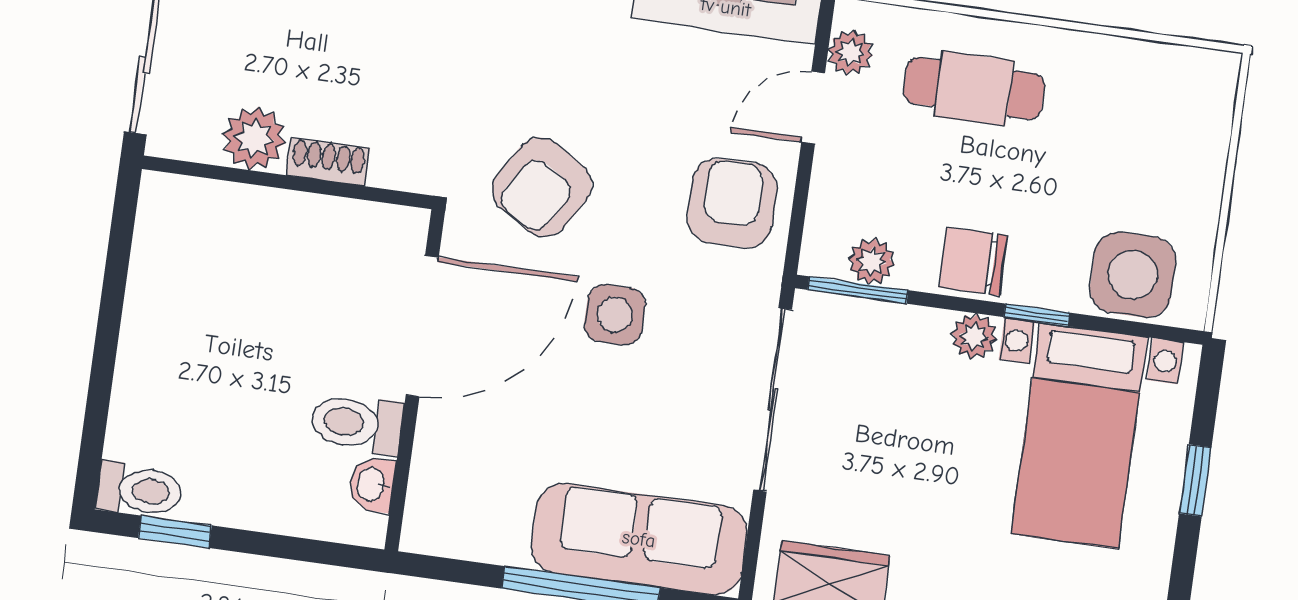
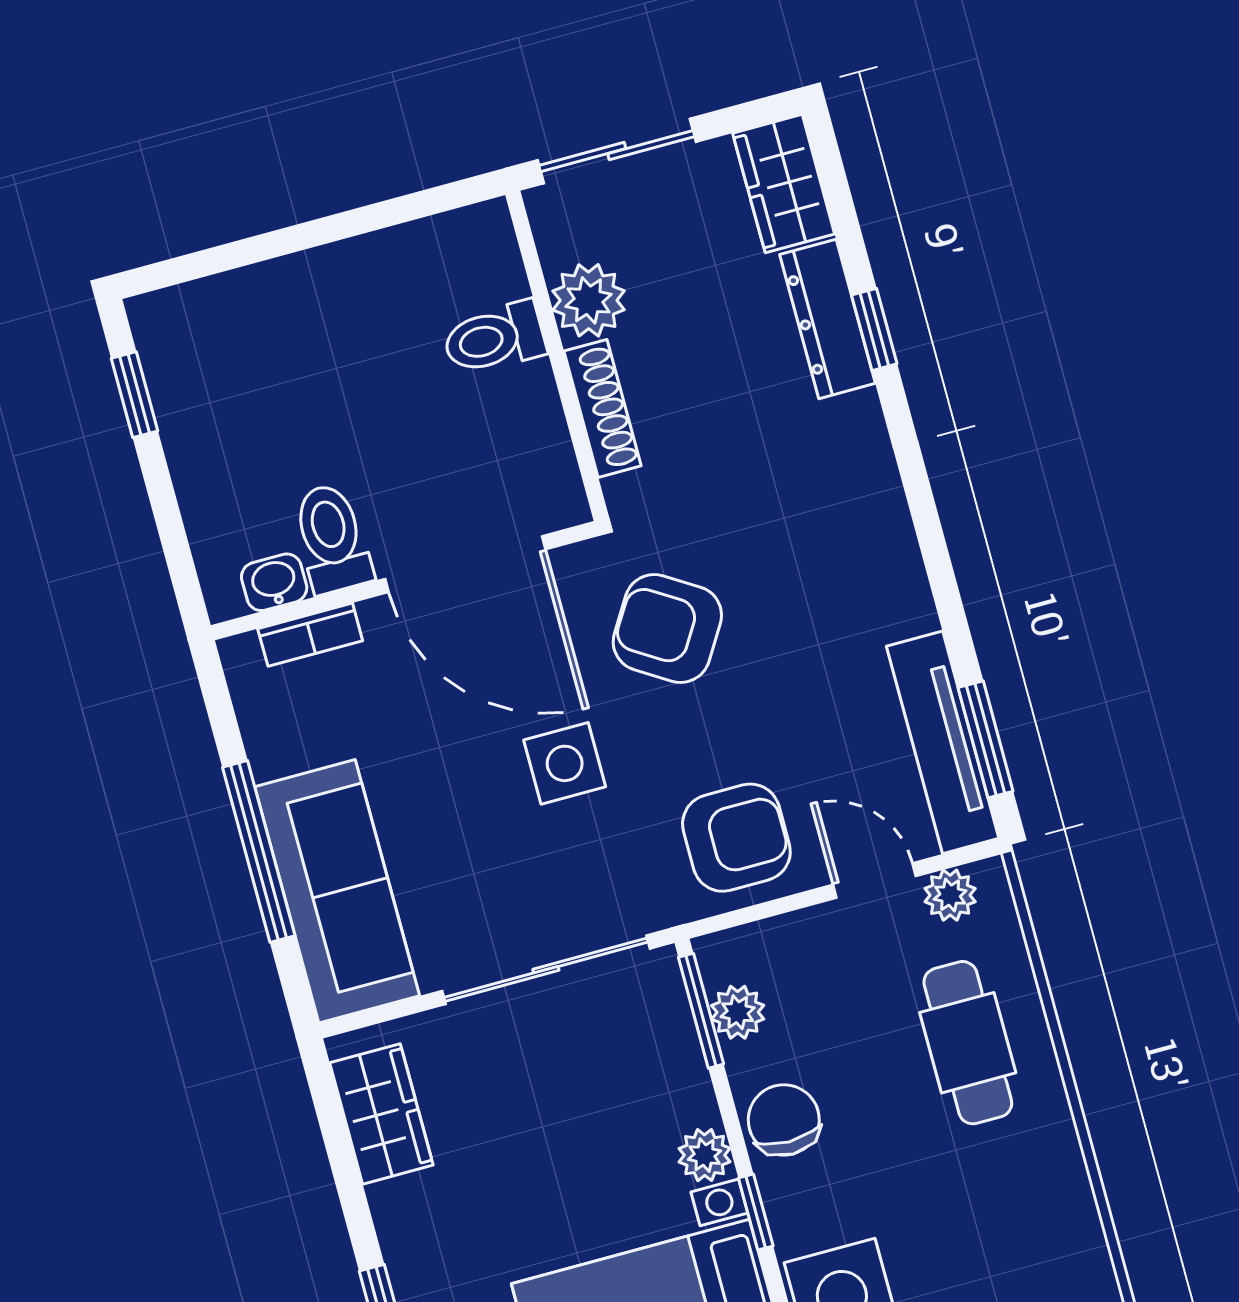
shoe rack: (328, 162) -> (603, 408), width x1.43
bookcase: (426, 474) -> (310, 635), added
toilet: (139, 490) -> (494, 338), moved, turned 90

